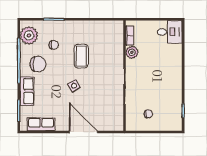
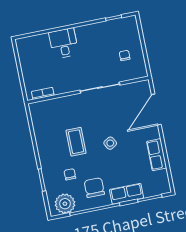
desk: (170, 32) -> (64, 43), moved
plant: (132, 52) -> (61, 87), removed
coffee table: (81, 56) -> (76, 142), turned 90
row of seats: (41, 124) -> (157, 155), moved
door: (83, 132) -> (156, 110), moved

